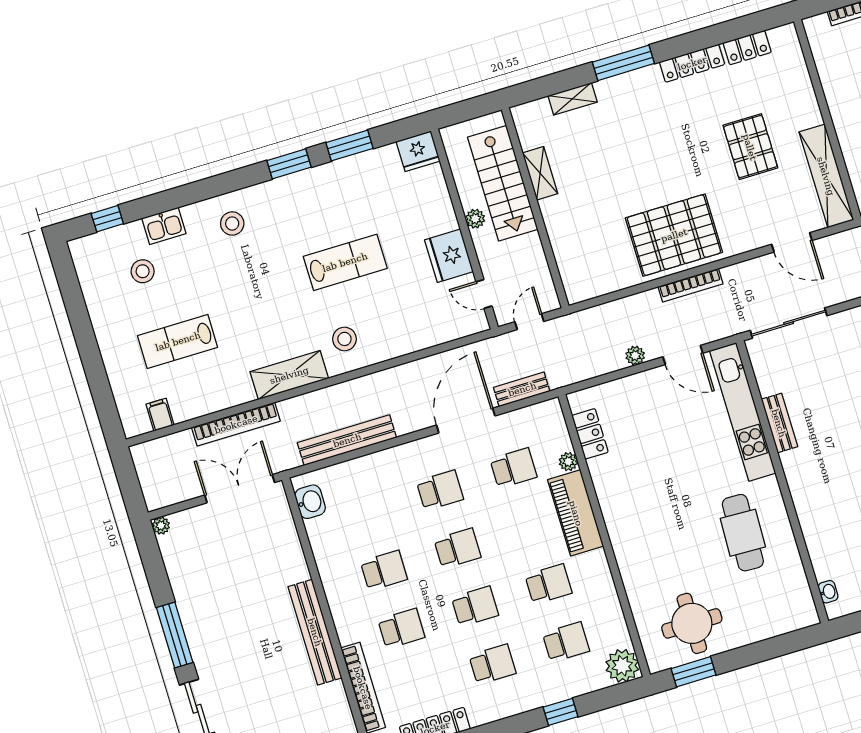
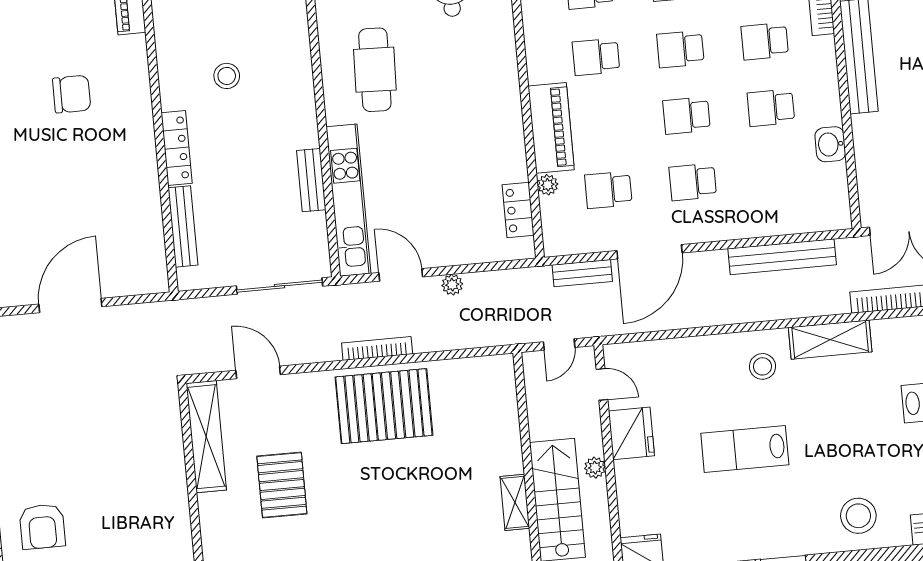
stool: (232, 224) -> (858, 516), width x1.38, depth x1.38
washbasin: (310, 502) -> (830, 144), moved

